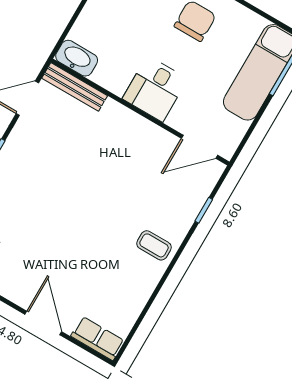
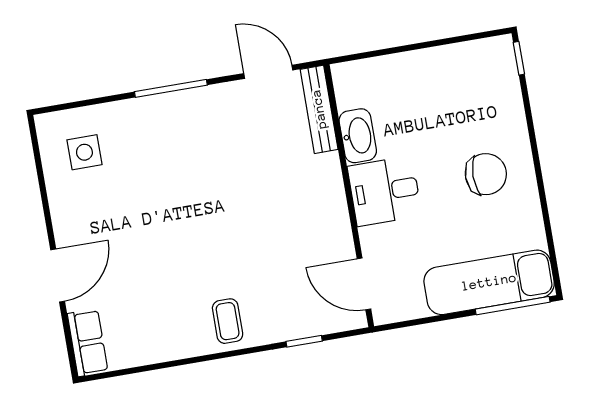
washbasin: (77, 58) -> (358, 136), moved

